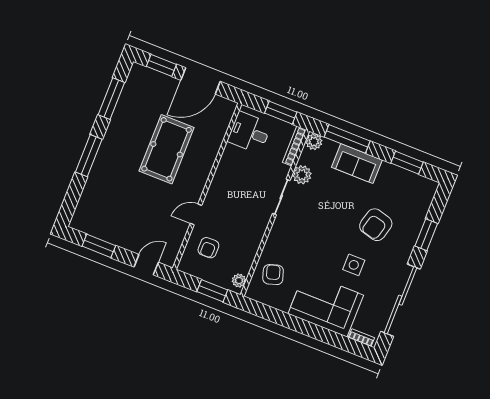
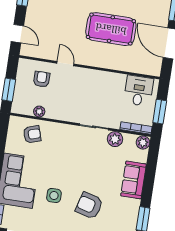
window: (347, 139) -> (151, 168), removed
armchair: (208, 248) -> (42, 79), turned 90
plant: (239, 281) -> (39, 111), moved

